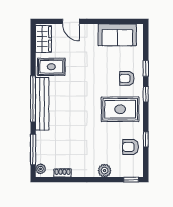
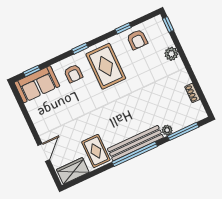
sofa: (117, 35) -> (37, 84), moved, turned 90
window: (146, 68) -> (32, 71), moved
plant: (41, 169) -> (167, 130), moved

